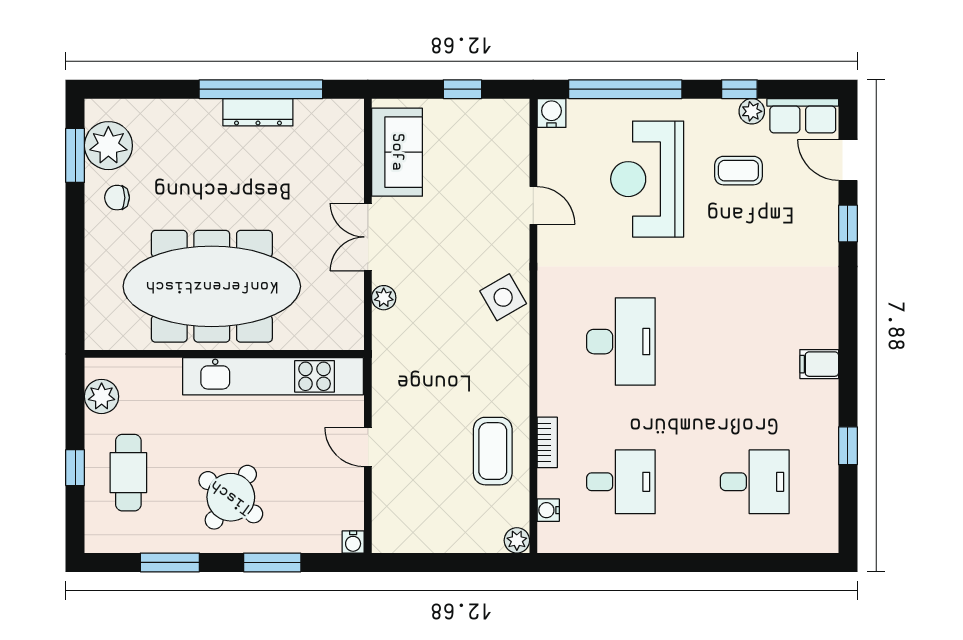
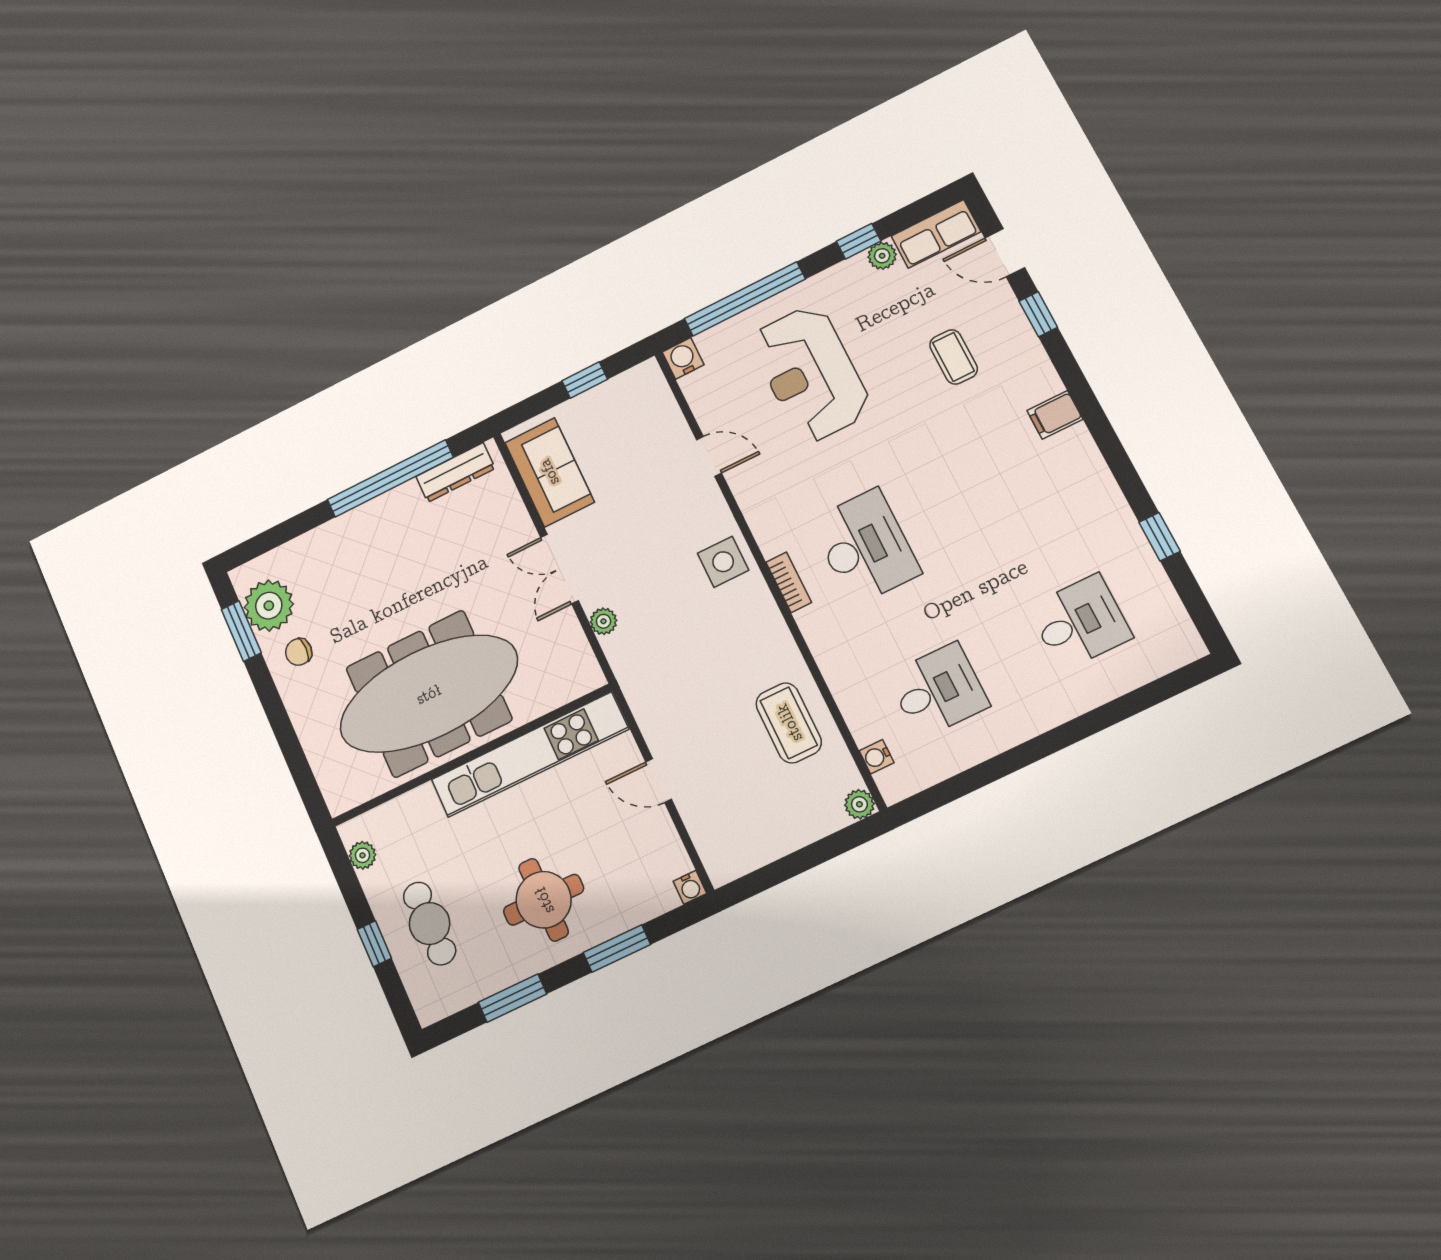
dresser: (258, 112) -> (455, 472), moved
coffee table: (738, 171) -> (954, 357), moved, turned 90
side table: (503, 297) -> (723, 562), turned 30
filing cabinet: (819, 364) -> (1055, 415), moved
plant: (102, 396) -> (362, 855), width x0.73, depth x0.73
bookcase: (547, 442) -> (789, 582), moved
round table: (231, 497) -> (544, 900), turned -36

